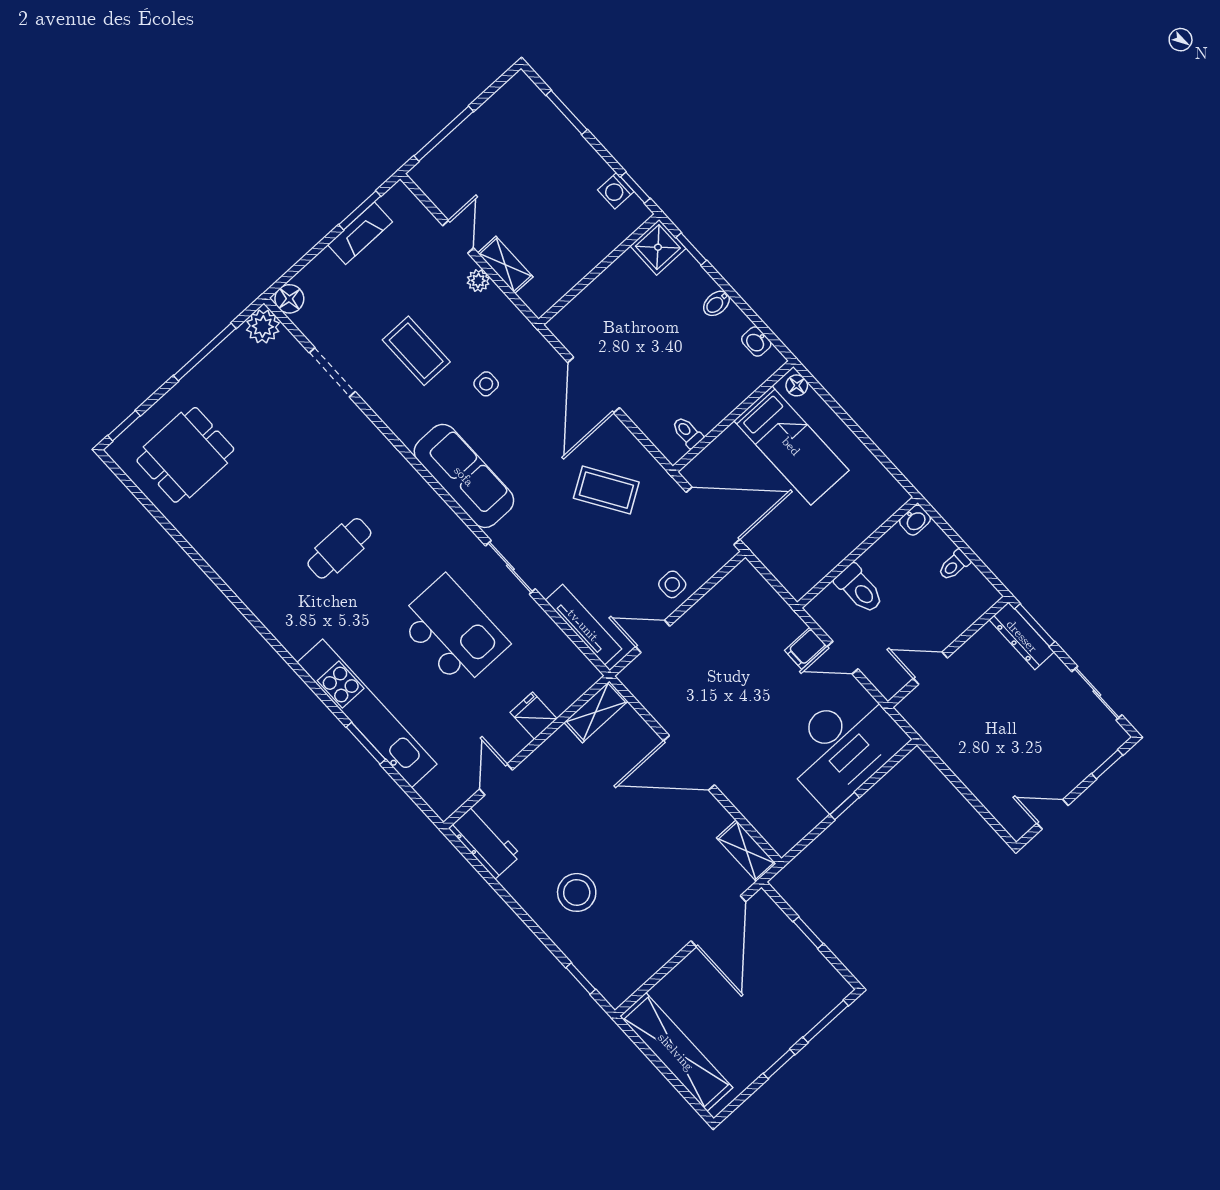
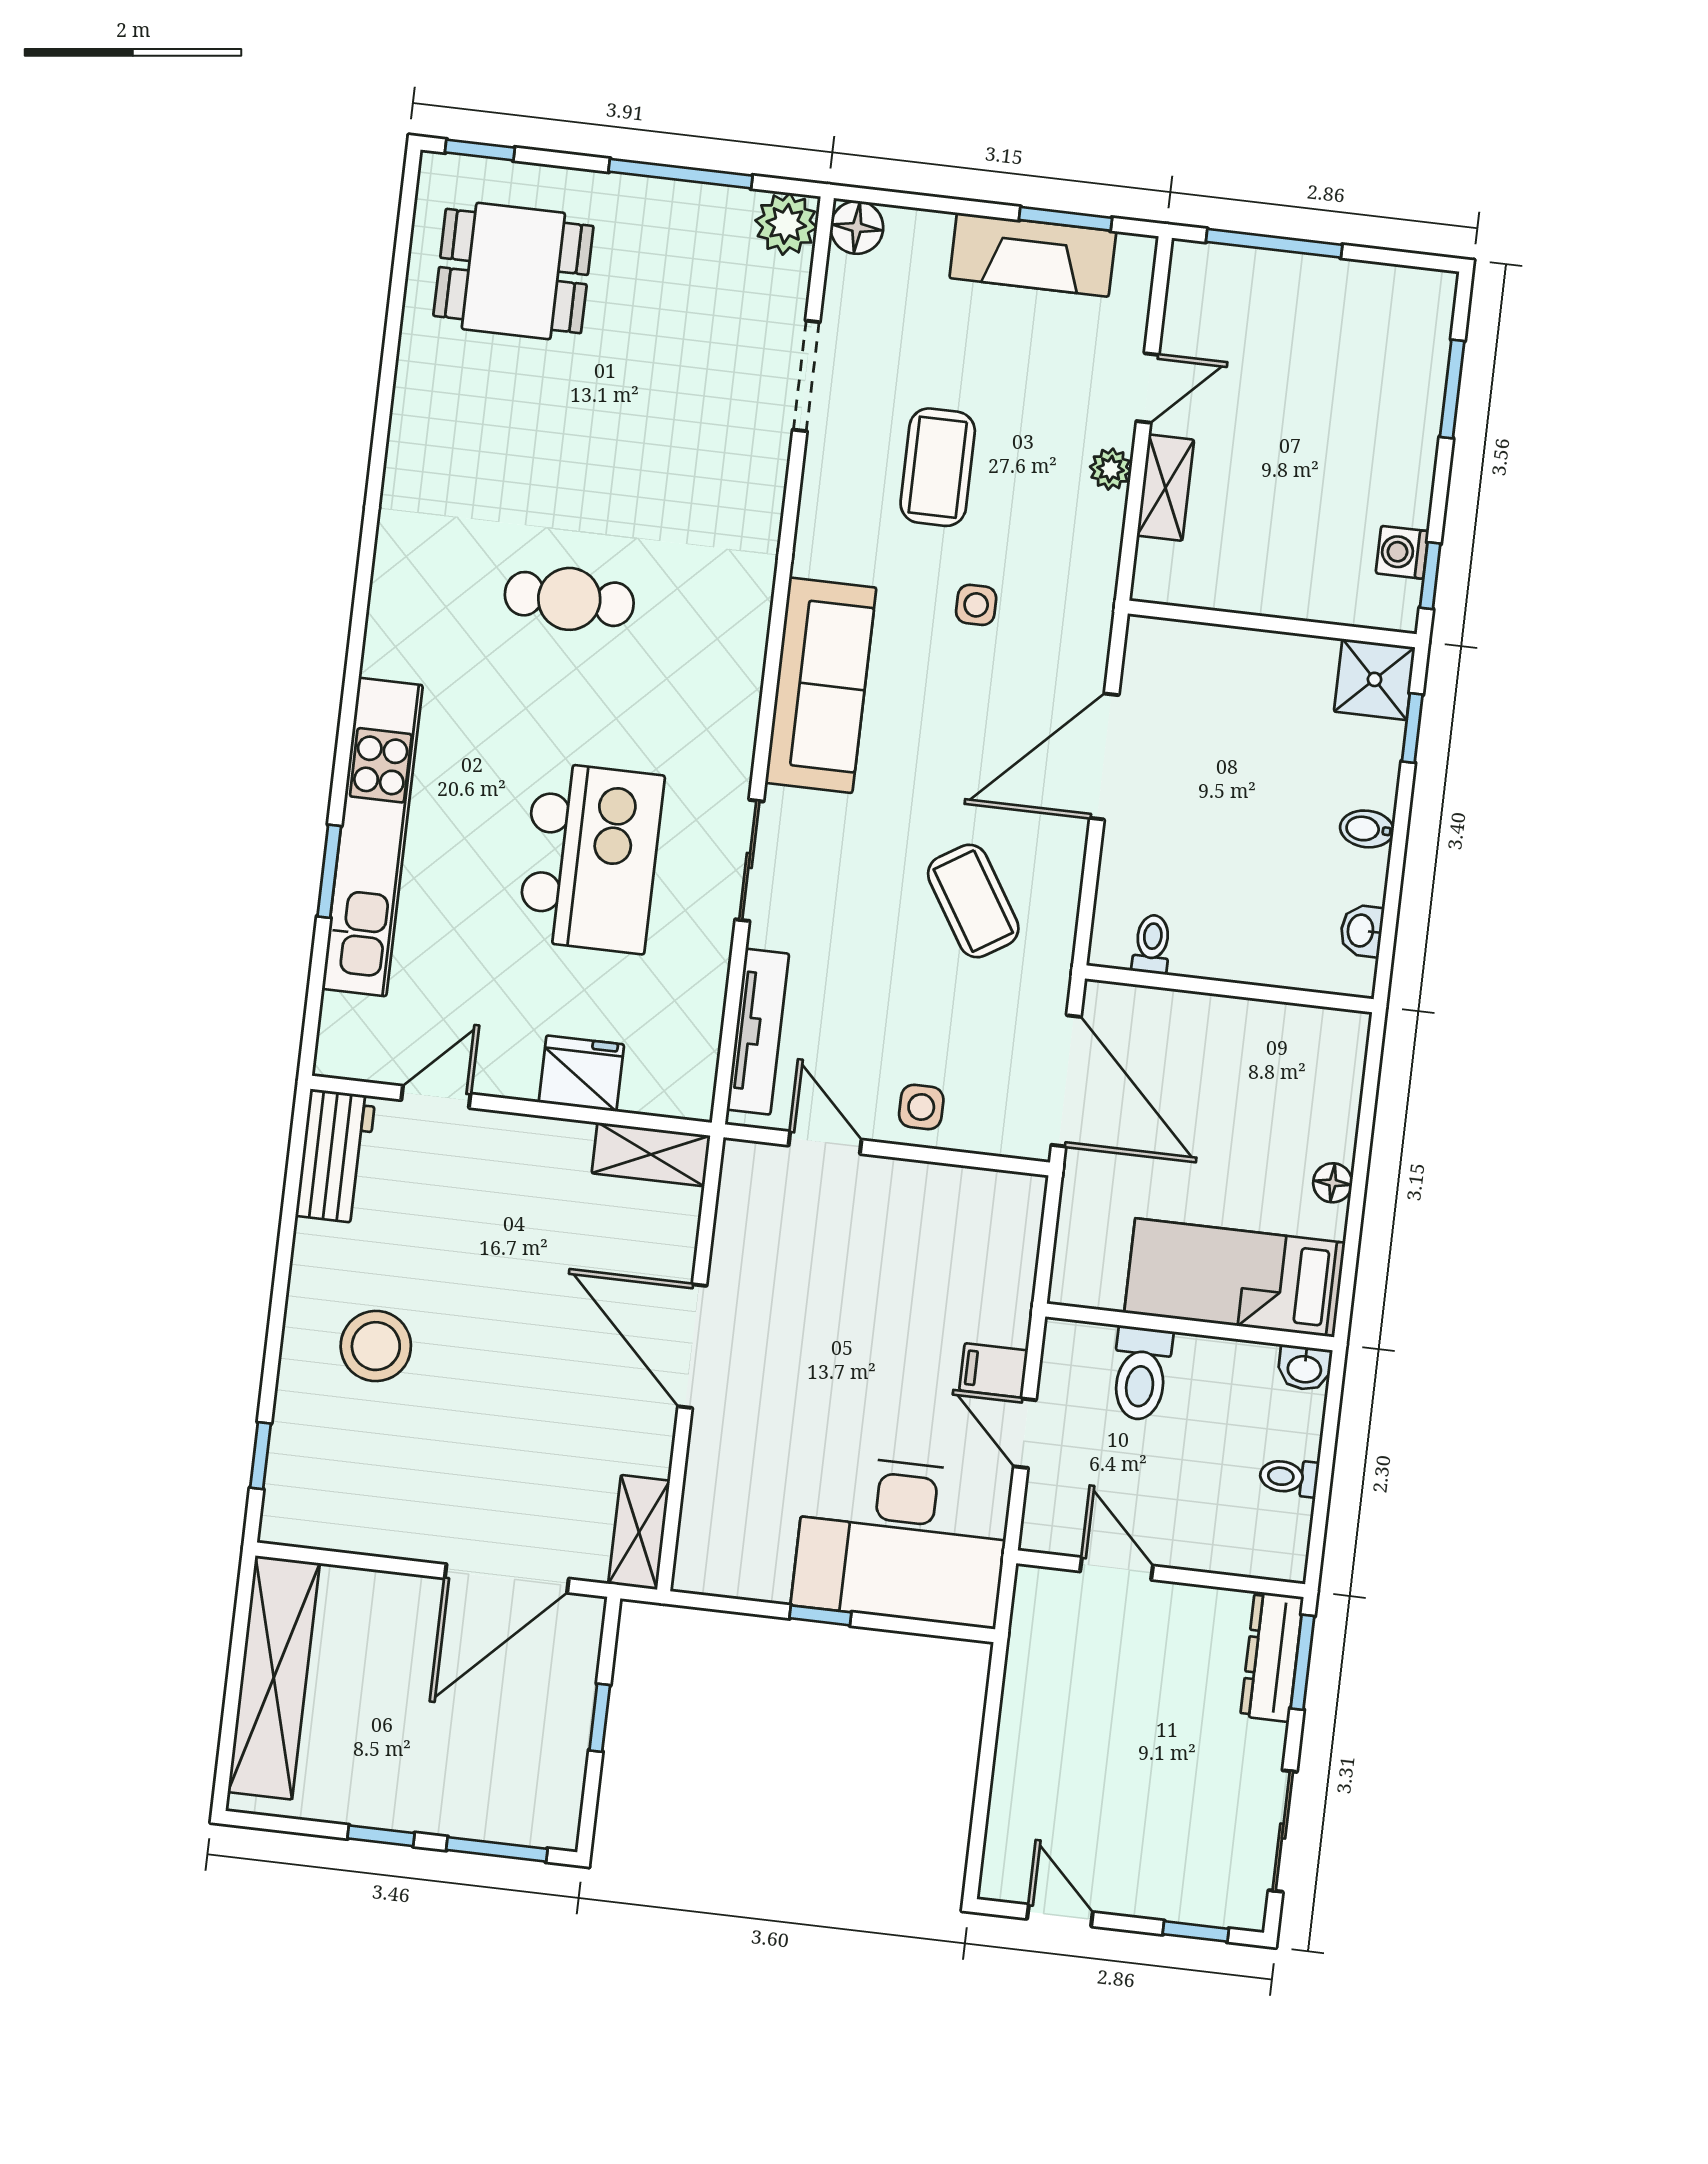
fireplace: (360, 233) -> (1033, 255), width x1.37, depth x1.32
floor lamp: (797, 385) -> (1333, 1183), moved
bed: (791, 446) -> (1235, 1278), moved, turned 90
fridge: (534, 716) -> (581, 1073), width x1.38

